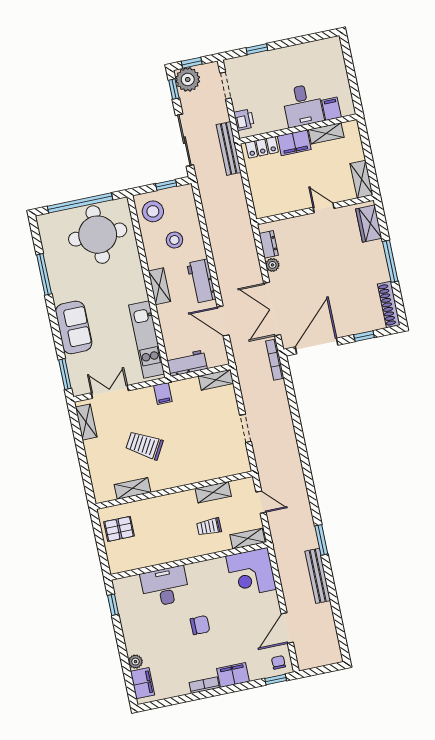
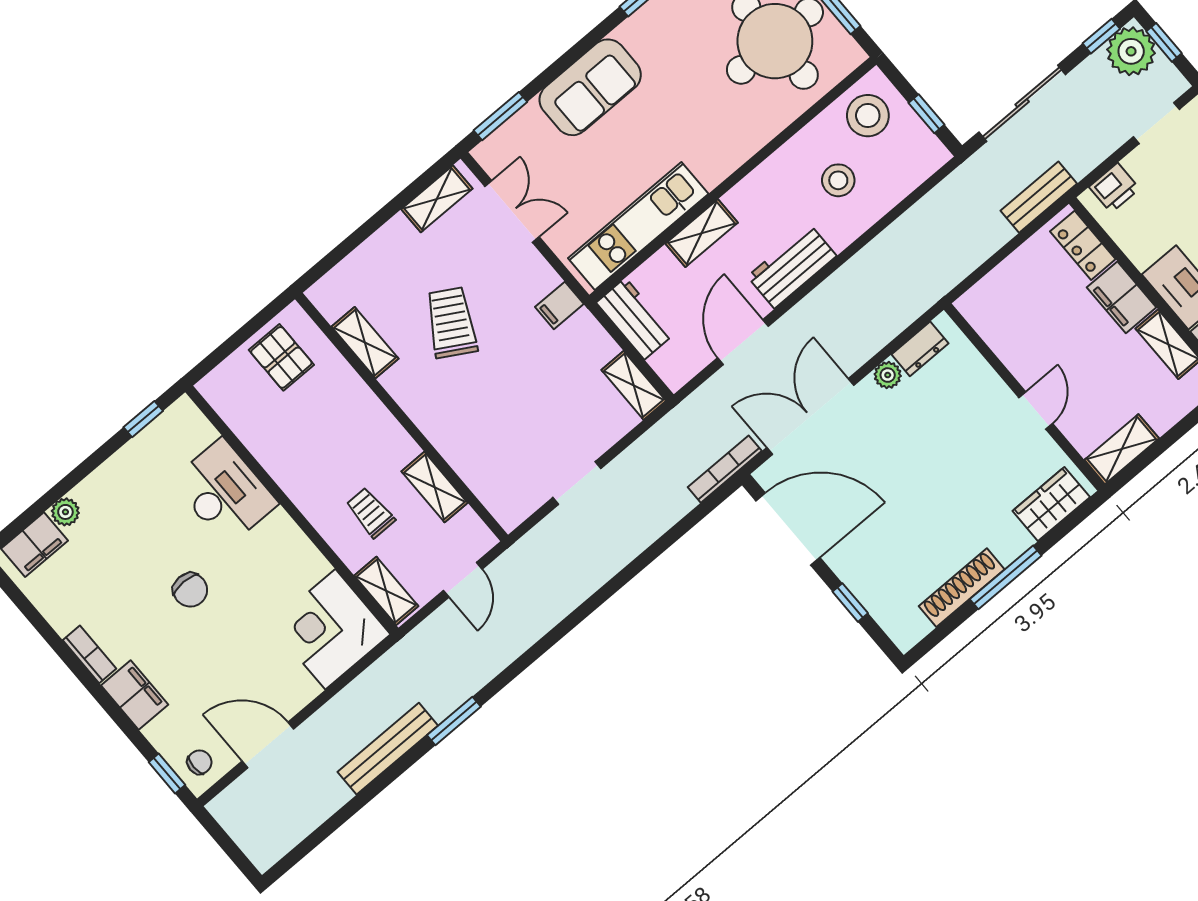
bench: (229, 148) -> (1039, 197), width x0.73
shelving: (159, 286) -> (702, 233), moved
shoe rack: (389, 305) -> (962, 588), moved

